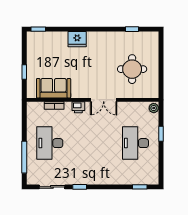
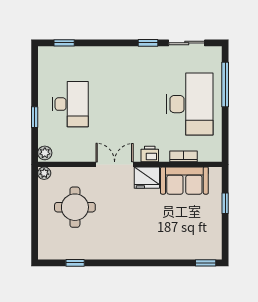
fridge: (77, 39) -> (147, 178), moved, turned 180
plant: (154, 94) -> (44, 173), added
desk: (50, 143) -> (190, 104), width x1.36, depth x1.30

